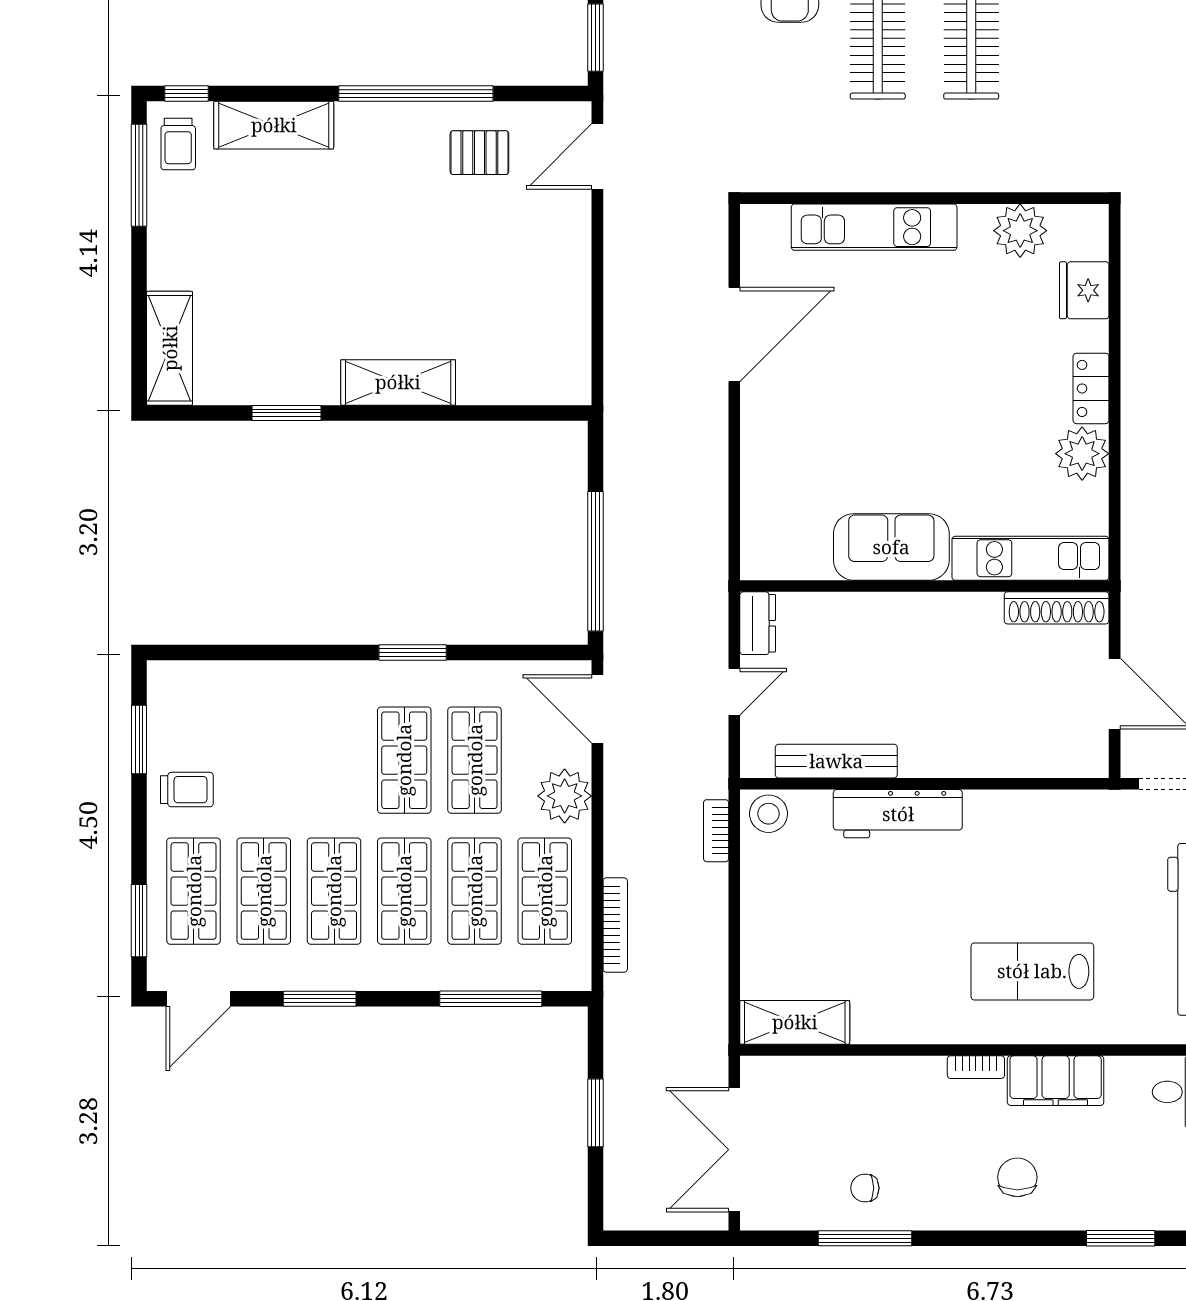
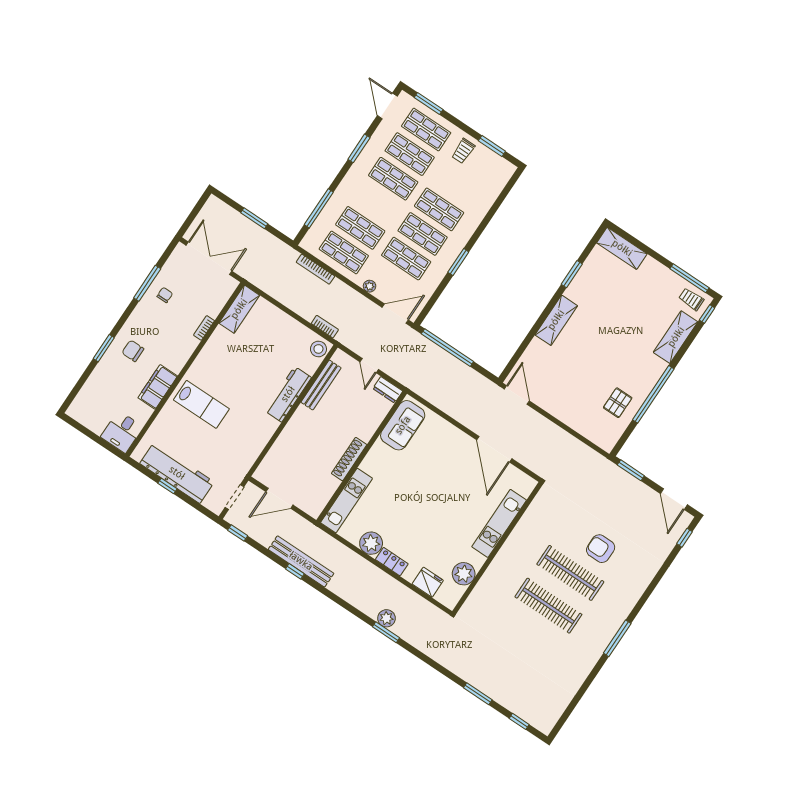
door: (597, 156) -> (517, 395), moved
sofa: (891, 547) -> (403, 425), moved
shoe rack: (1057, 608) -> (349, 459), moved
plant: (565, 796) -> (370, 286), width x0.53, depth x0.53
shop shelf: (404, 891) -> (439, 209), moved
lab bench: (1032, 971) -> (201, 404), turned 90
bookcase: (976, 1067) -> (204, 328), moved
chair: (1017, 1177) -> (133, 351), turned 180
window: (1121, 1238) -> (104, 348), moved

